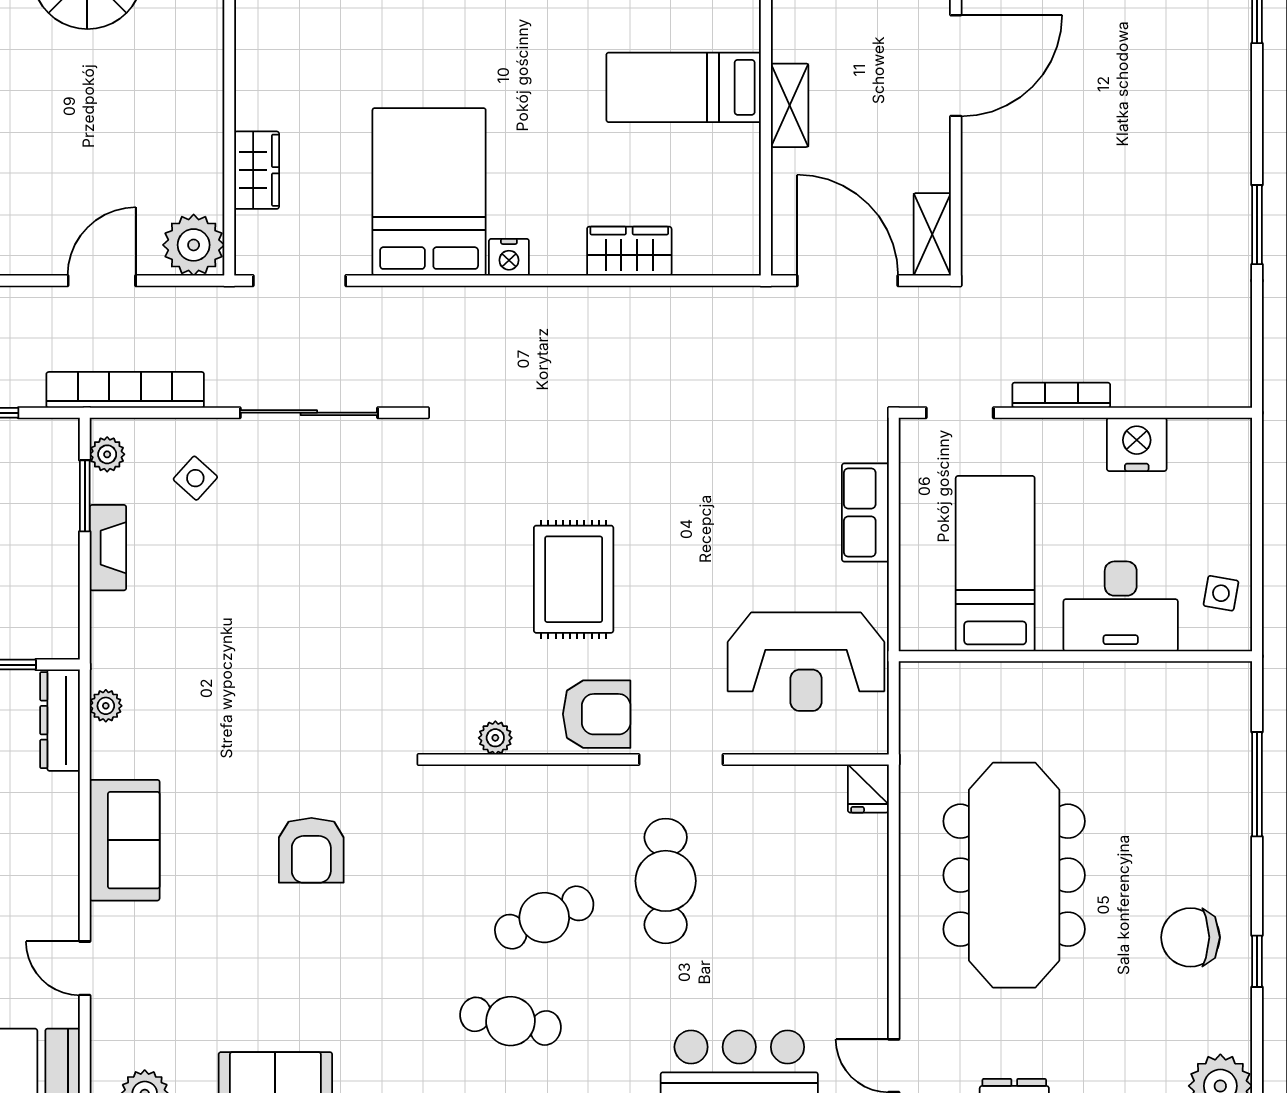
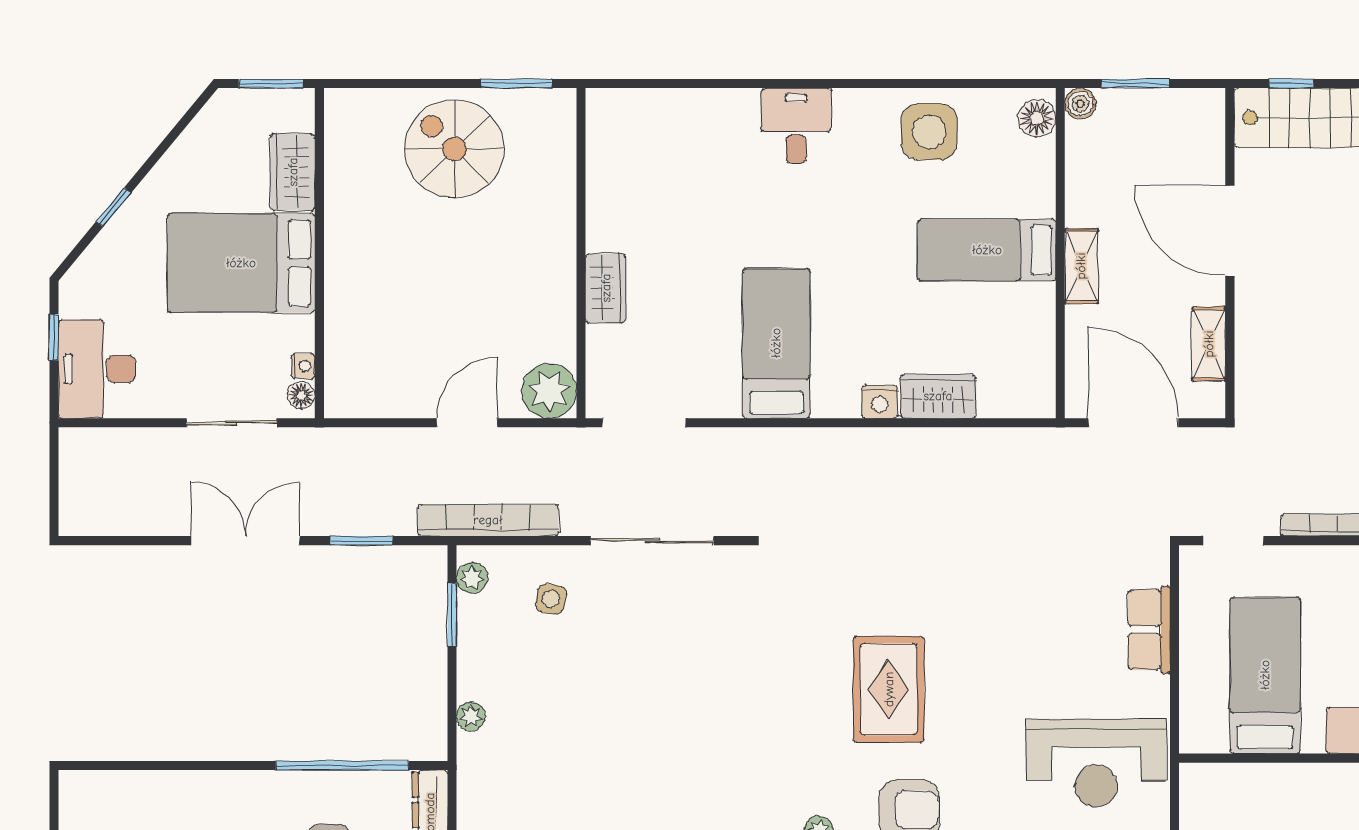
door: (956, 66) -> (1230, 231), swing flipped
wardrobe: (257, 170) -> (606, 288), moved
bed: (429, 192) -> (776, 343), width x0.67
shelving: (932, 234) -> (1209, 344), moved
nightstand: (509, 257) -> (880, 402), moved
side table: (195, 478) -> (551, 599), turned -31
fireplace: (108, 548) -> (473, 661), removed
plant: (106, 706) -> (471, 717), moved

